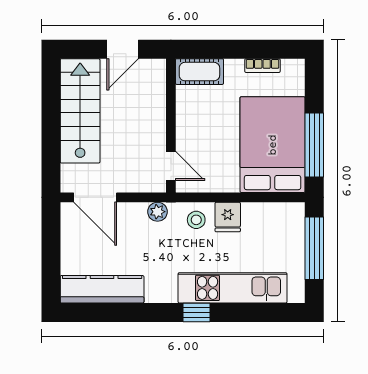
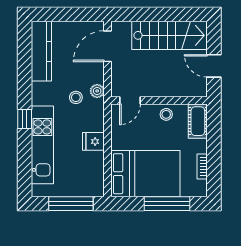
stool: (190, 116) -> (166, 114), added
window: (314, 145) -> (167, 204), moved
stool: (196, 220) -> (76, 97), moved

